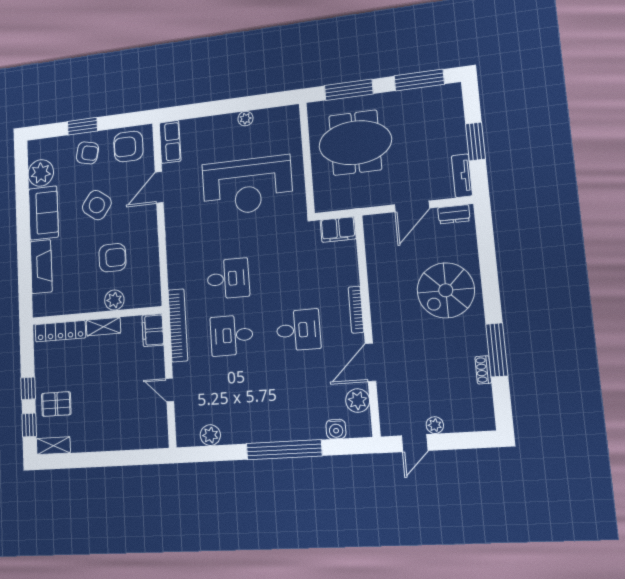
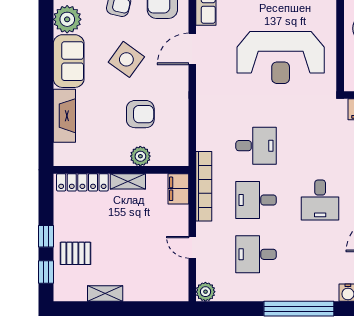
desk: (298, 330) -> (320, 200), turned 90
desk: (235, 393) -> (256, 254), added
plant: (210, 435) -> (205, 292), moved
shelving: (53, 446) -> (105, 293), moved

